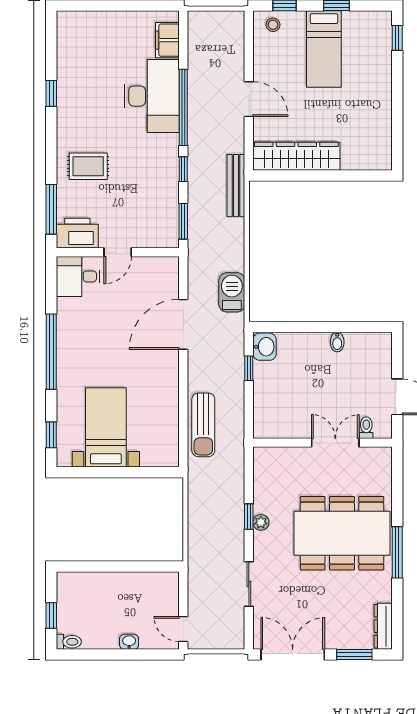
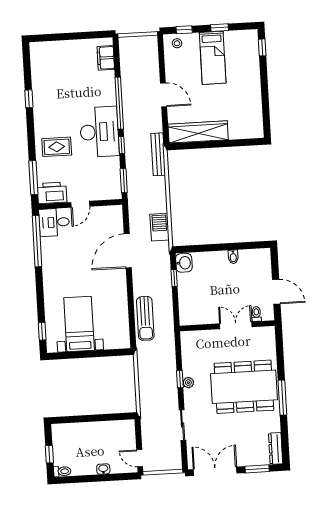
desk: (152, 96) -> (99, 132), moved
window: (51, 352) -> (37, 241), moved

